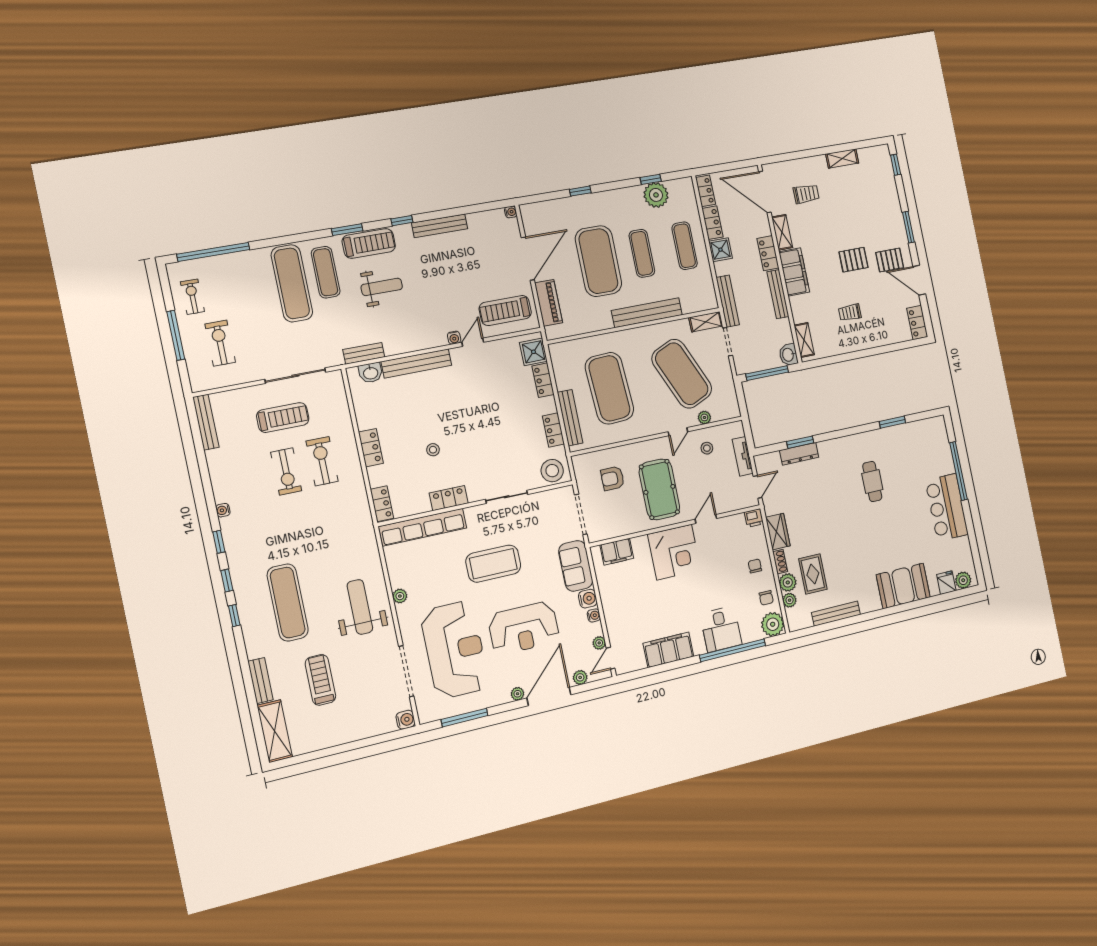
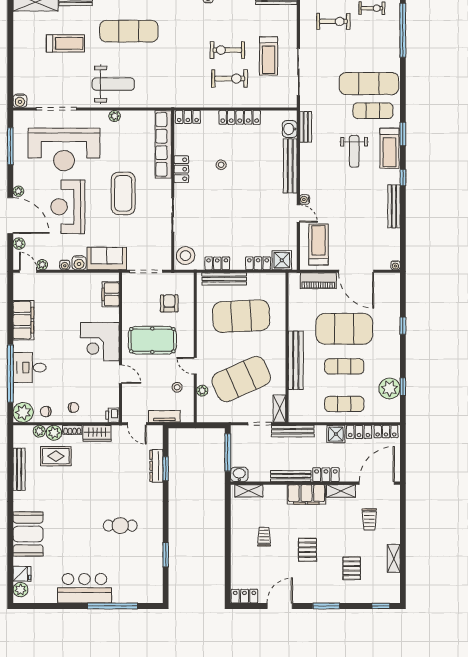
pallet: (890, 260) -> (352, 568), moved
locker: (371, 448) -> (240, 117), width x1.53

